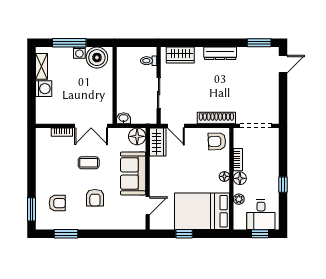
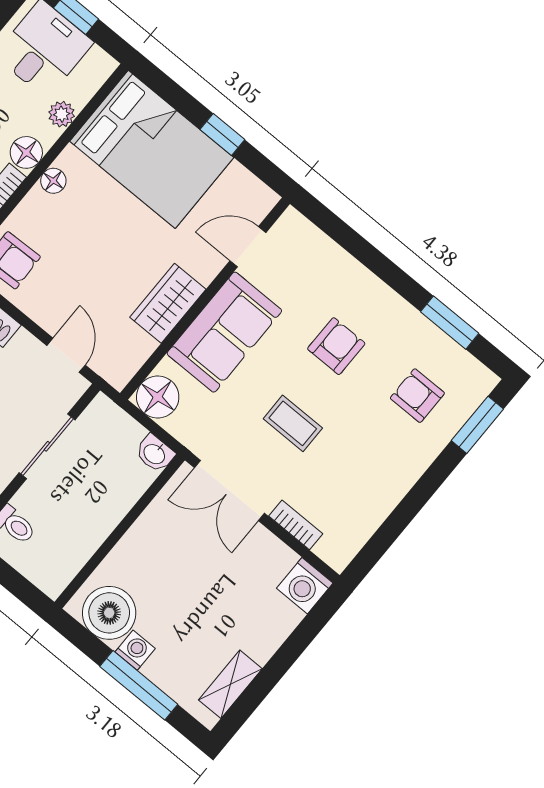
washing machine: (44, 89) -> (305, 586), moved, turned -90
double door: (91, 126) -> (229, 490), swing flipped
wardrobe: (158, 142) -> (168, 303), moved

